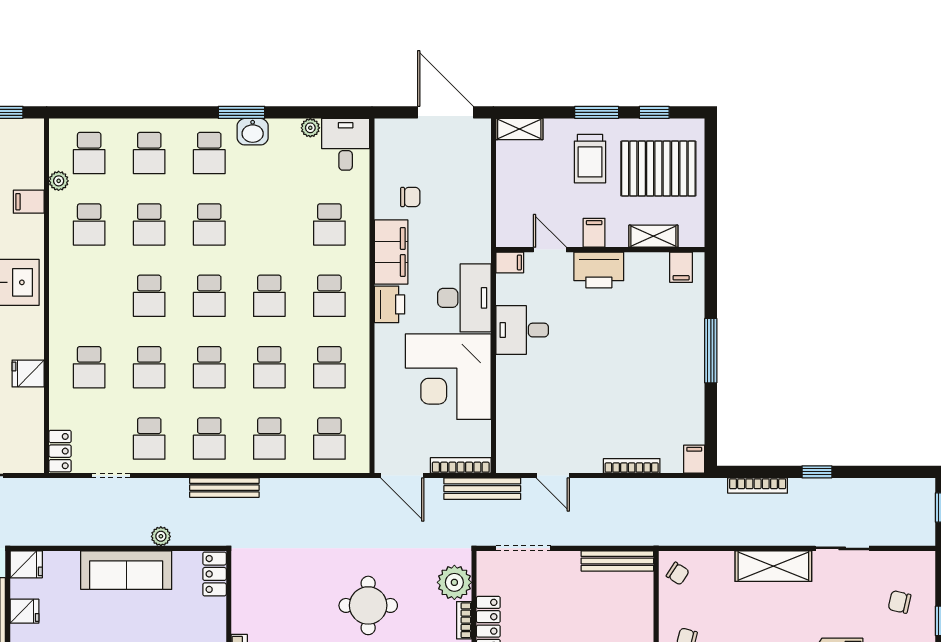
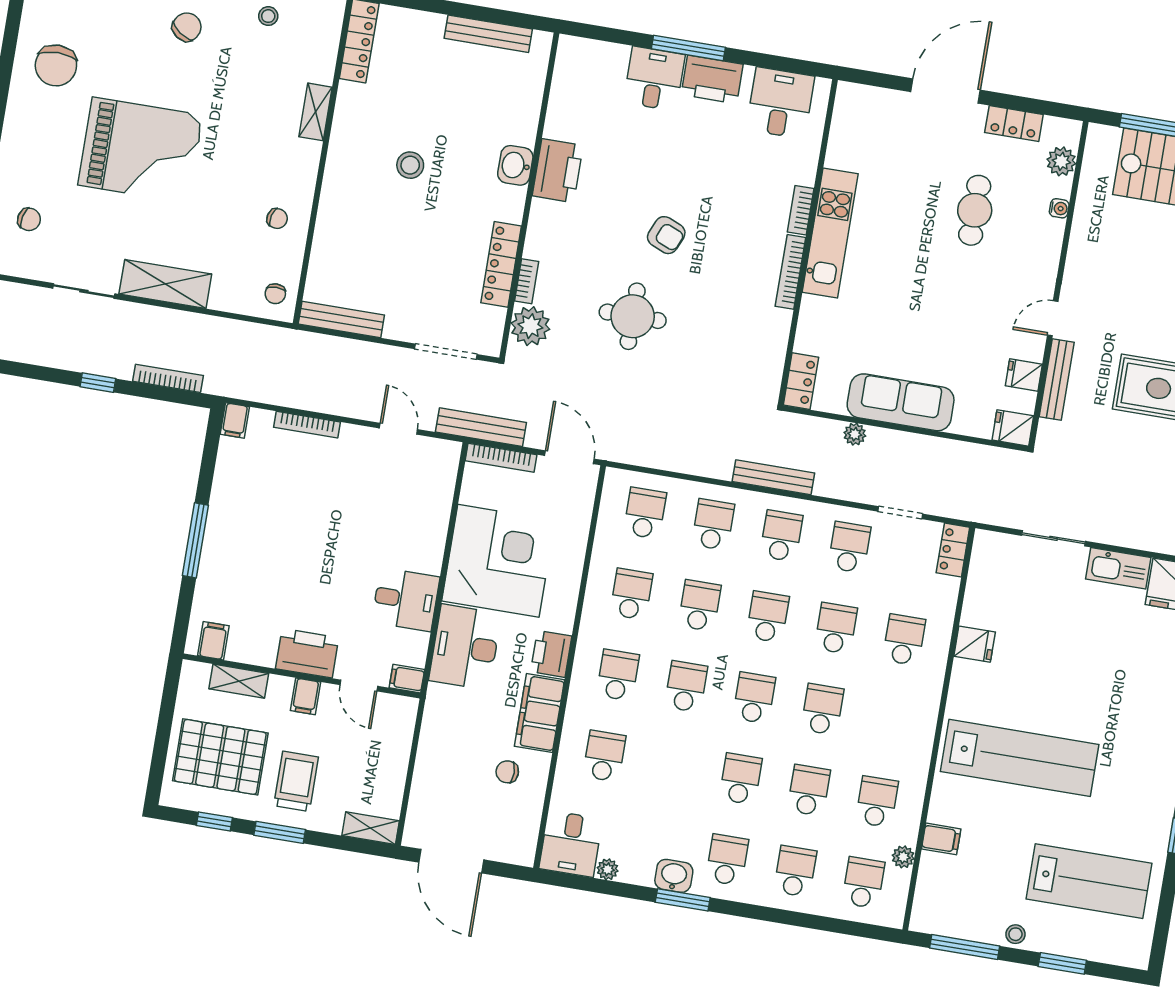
chair: (678, 574) -> (275, 294), turned -123

